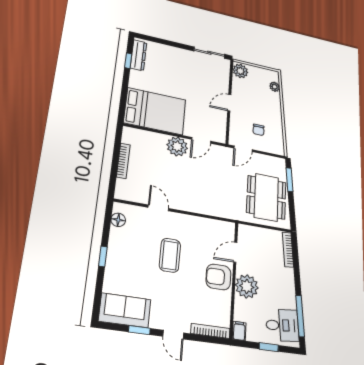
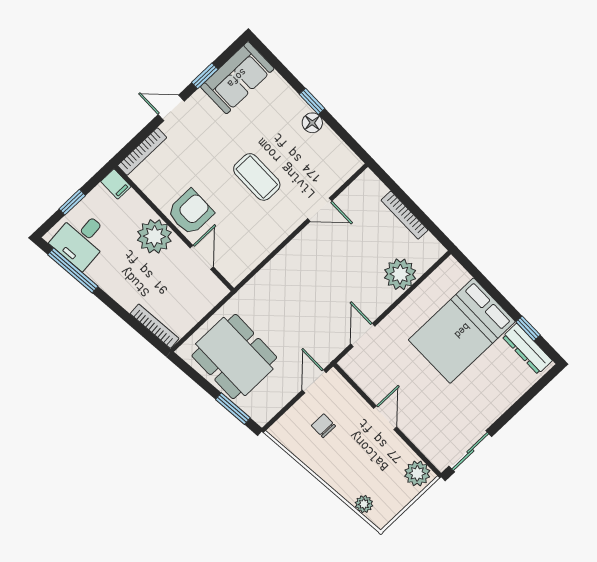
bed: (155, 111) -> (462, 331), moved
plant: (177, 146) -> (400, 274), moved
floor lamp: (118, 220) -> (312, 123), moved

